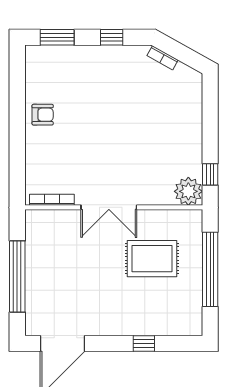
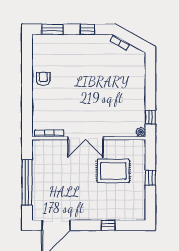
armchair: (43, 115) -> (43, 79), turned -90
plant: (188, 191) -> (141, 132), width x0.53, depth x0.53
window: (210, 269) -> (150, 178), width x0.32

